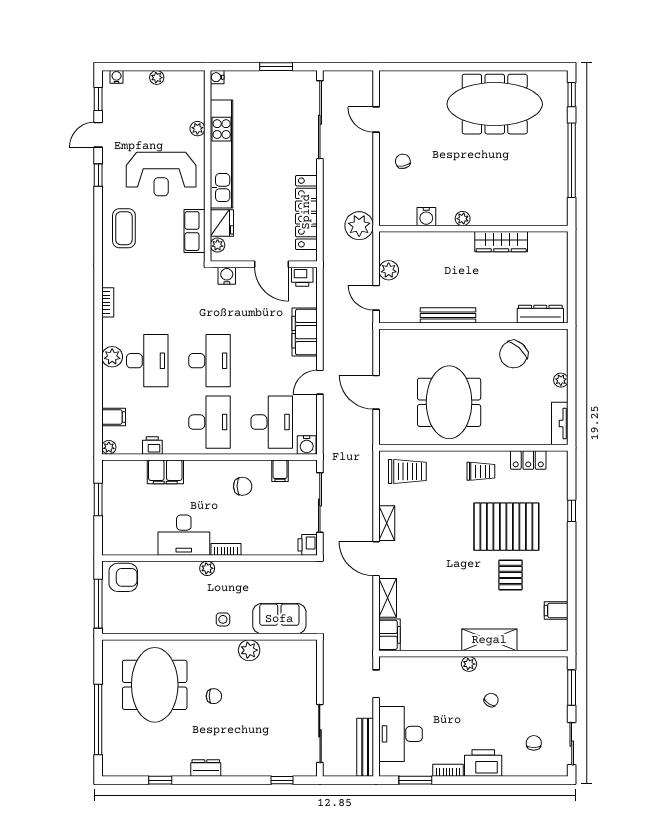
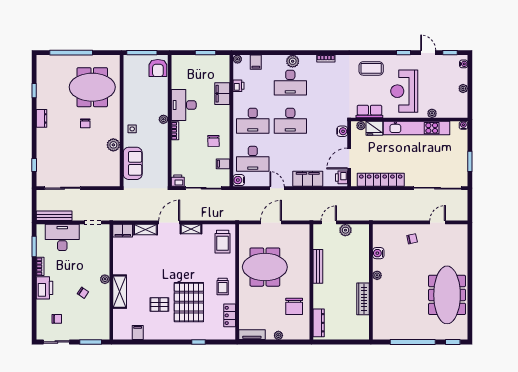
plant: (359, 226) -> (373, 212), removed
chair: (514, 354) -> (294, 306), turned -132

